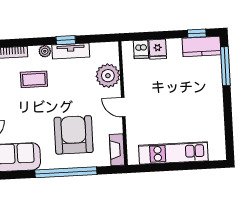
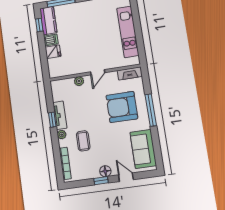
dishwasher: (141, 49) -> (51, 40), moved
plant: (108, 76) -> (79, 81), width x0.53, depth x0.53
window: (66, 172) -> (151, 110), width x0.68

